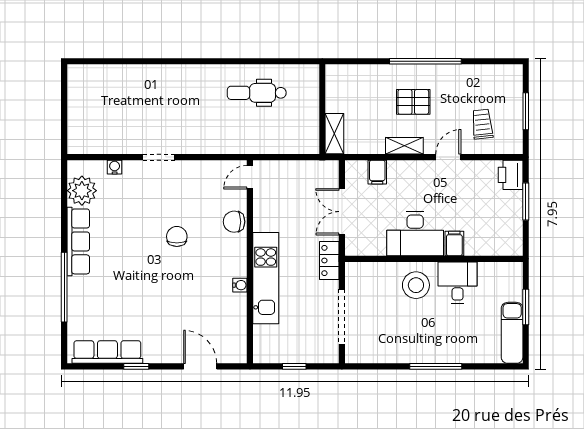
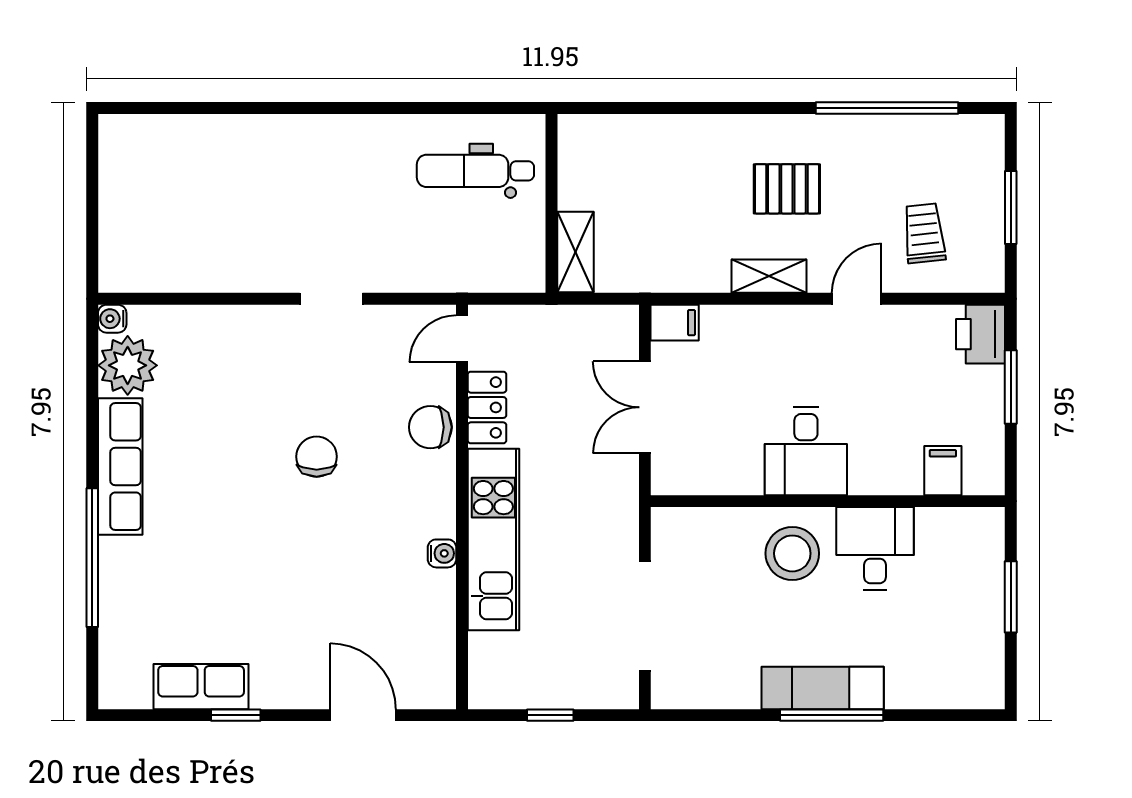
window: (425, 61) -> (887, 108), moved
wall: (322, 109) -> (551, 203), moved
shelving: (334, 134) -> (575, 252), moved
doorway: (159, 157) -> (331, 299), moved
water cooler: (115, 167) -> (112, 319), moved, turned -90
filing cabinet: (377, 172) -> (675, 323), moved, turned -90
desk: (415, 234) -> (806, 451), width x0.73
filing cabinet: (454, 243) -> (943, 471), moved
locker: (329, 260) -> (487, 407), moved, turned 180
exam couch: (512, 333) -> (823, 688), moved, turned 90
row of seats: (107, 352) -> (201, 687), width x0.68

